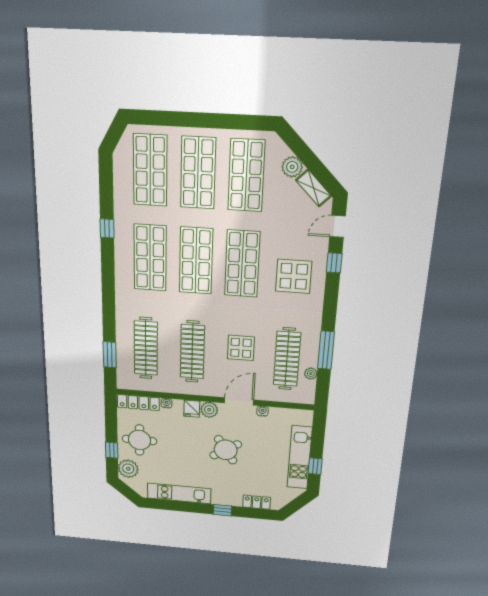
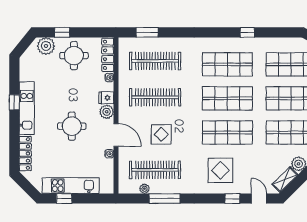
round table: (226, 450) -> (72, 126), turned 33
kitchen unit: (179, 493) -> (27, 108), moved
locker: (257, 502) -> (25, 154), width x1.53
window: (223, 510) -> (14, 102), moved

